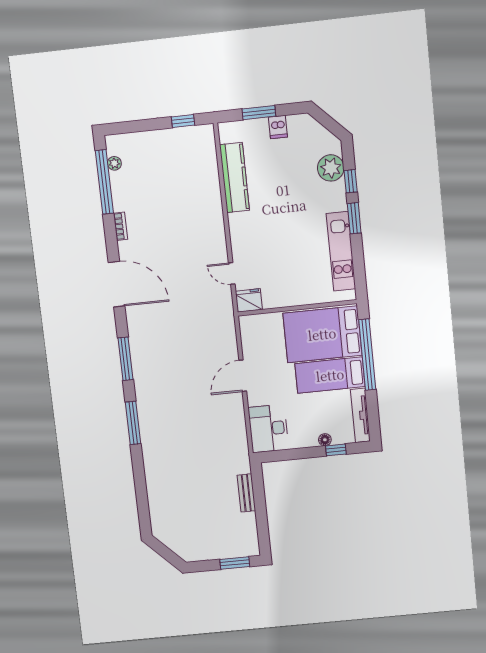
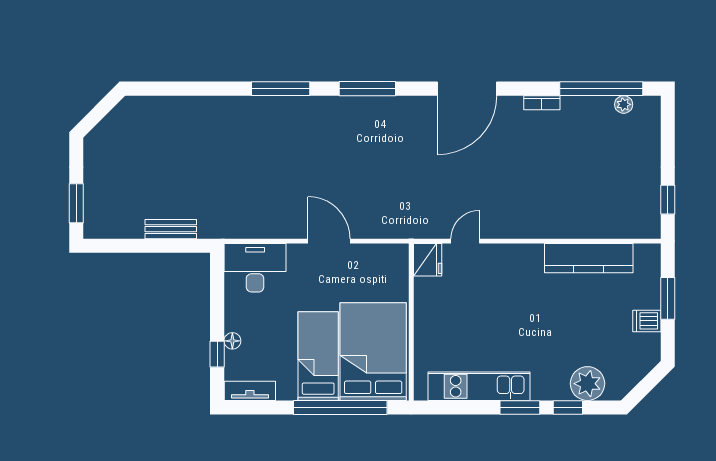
tv unit: (360, 415) -> (250, 391), width x0.71

